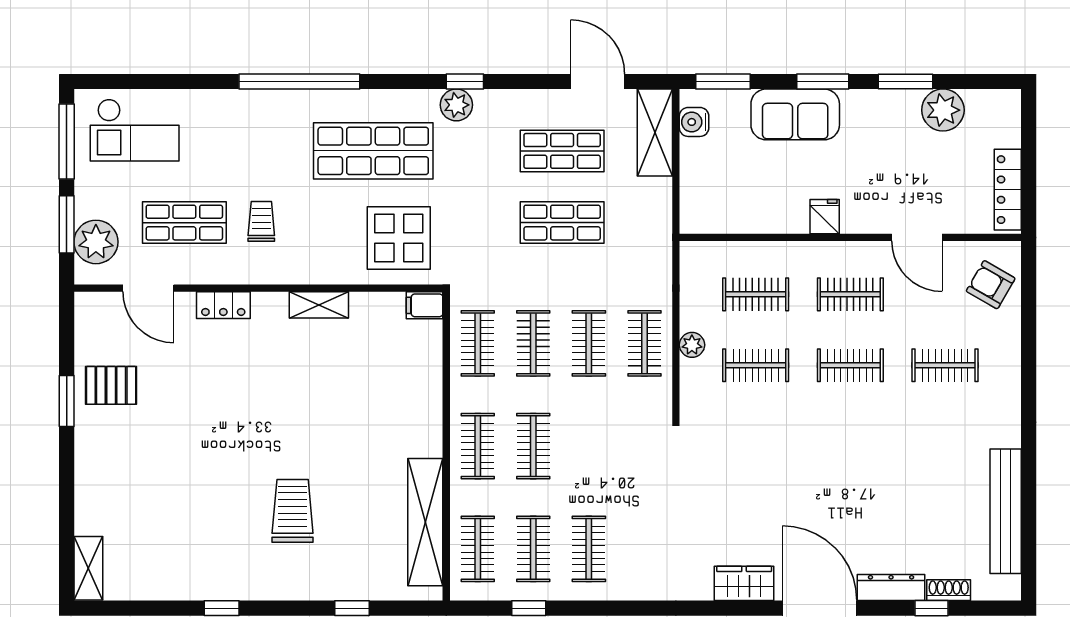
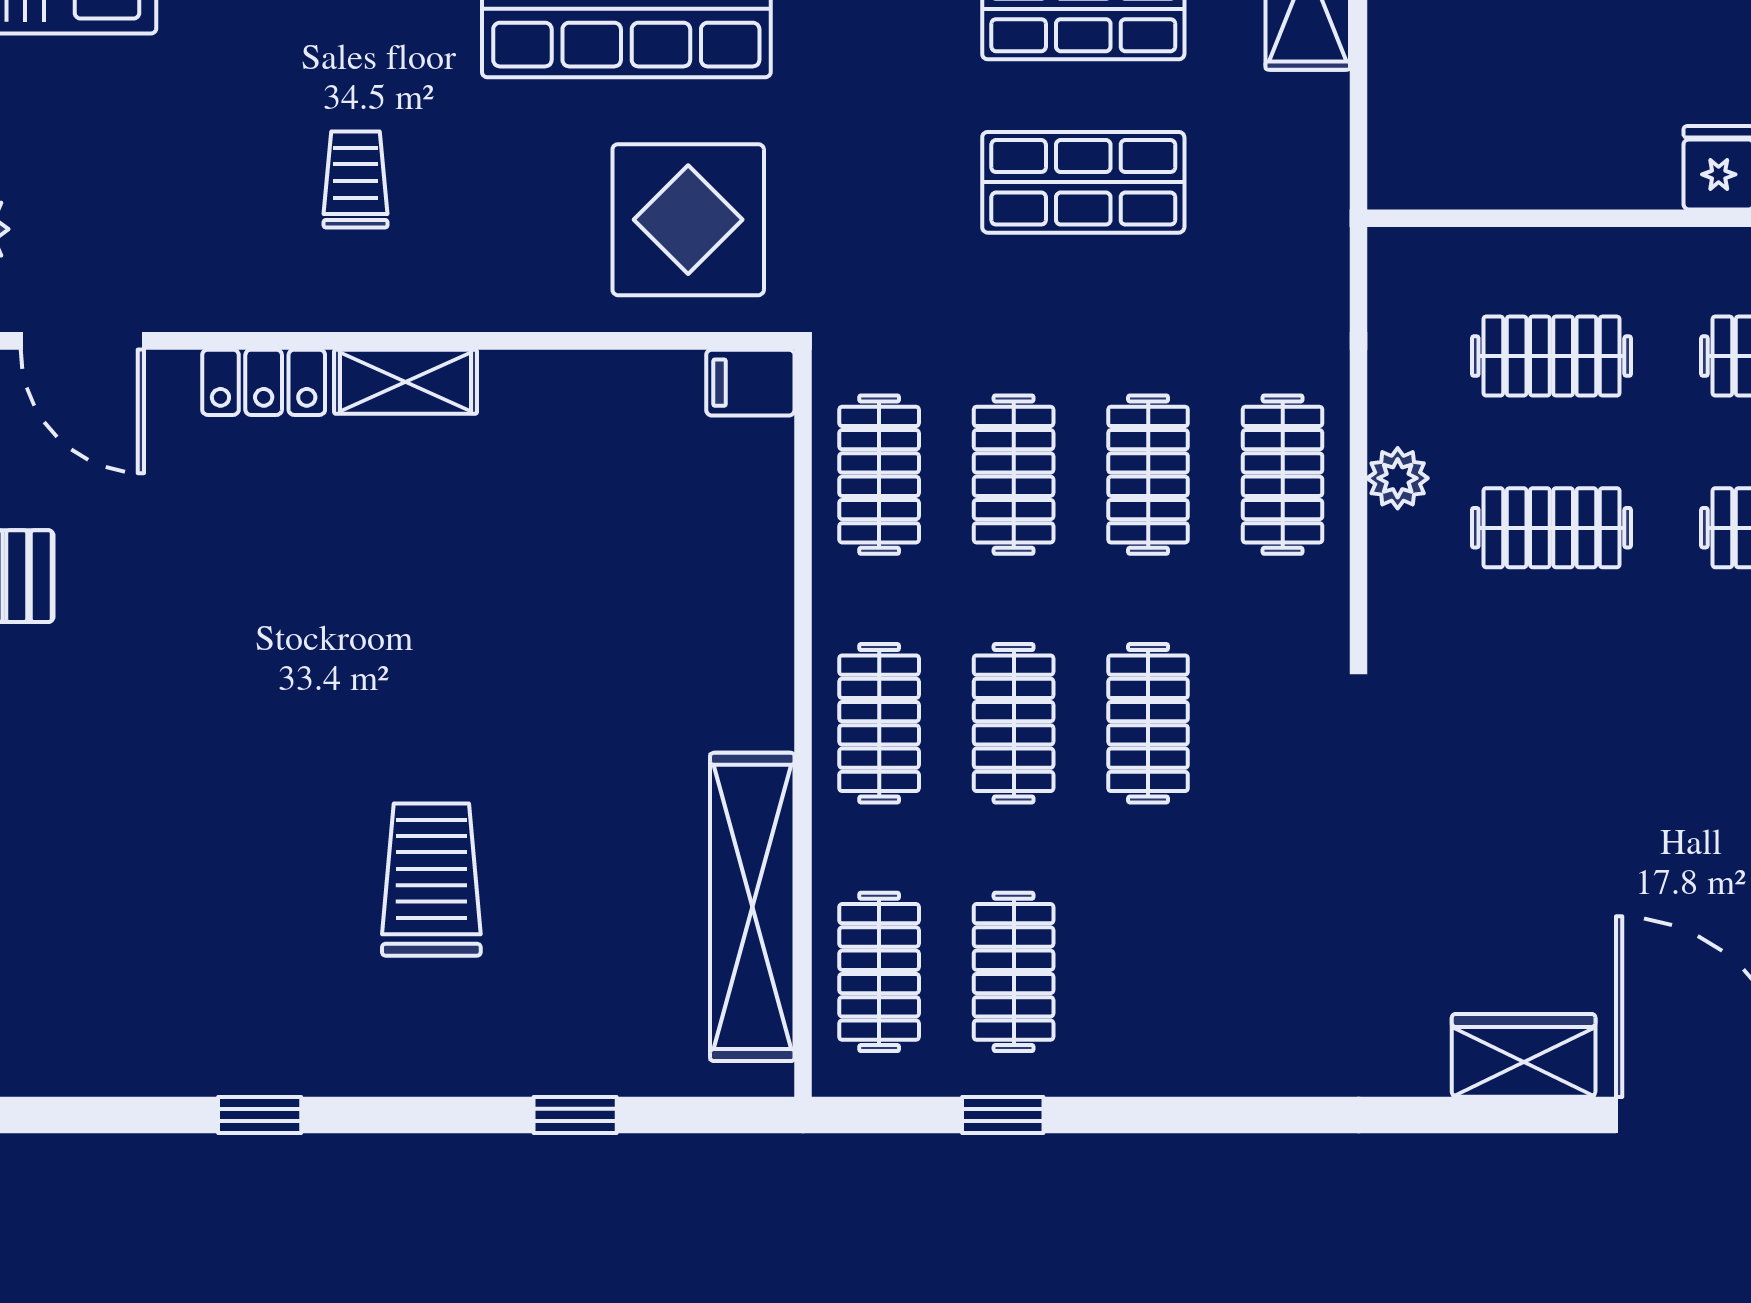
shop shelf: (184, 223) -> (169, 182), removed
shelving: (319, 305) -> (406, 382), moved
clothes rail: (589, 549) -> (1148, 723), moved

